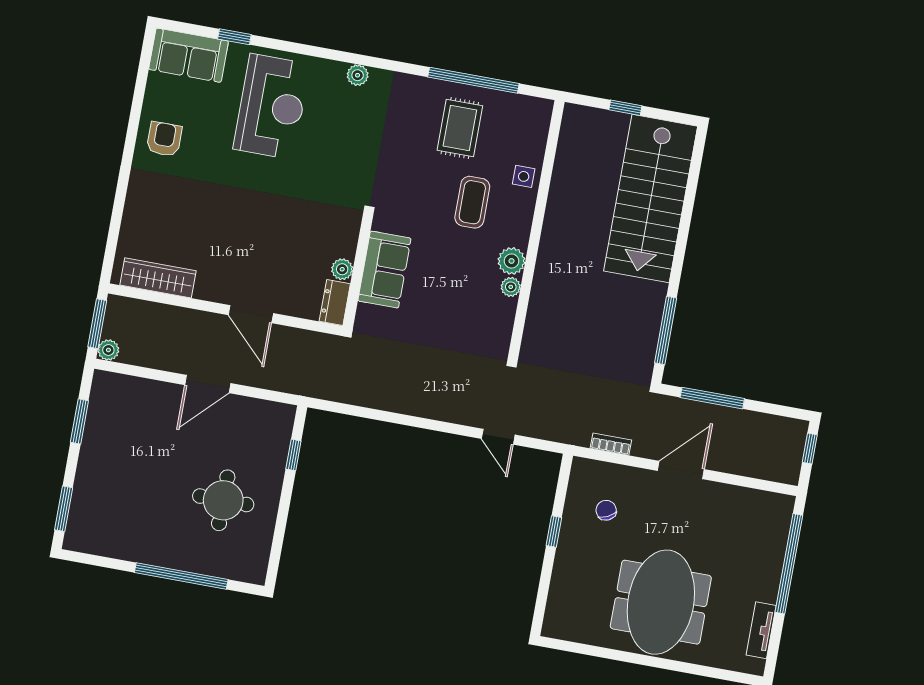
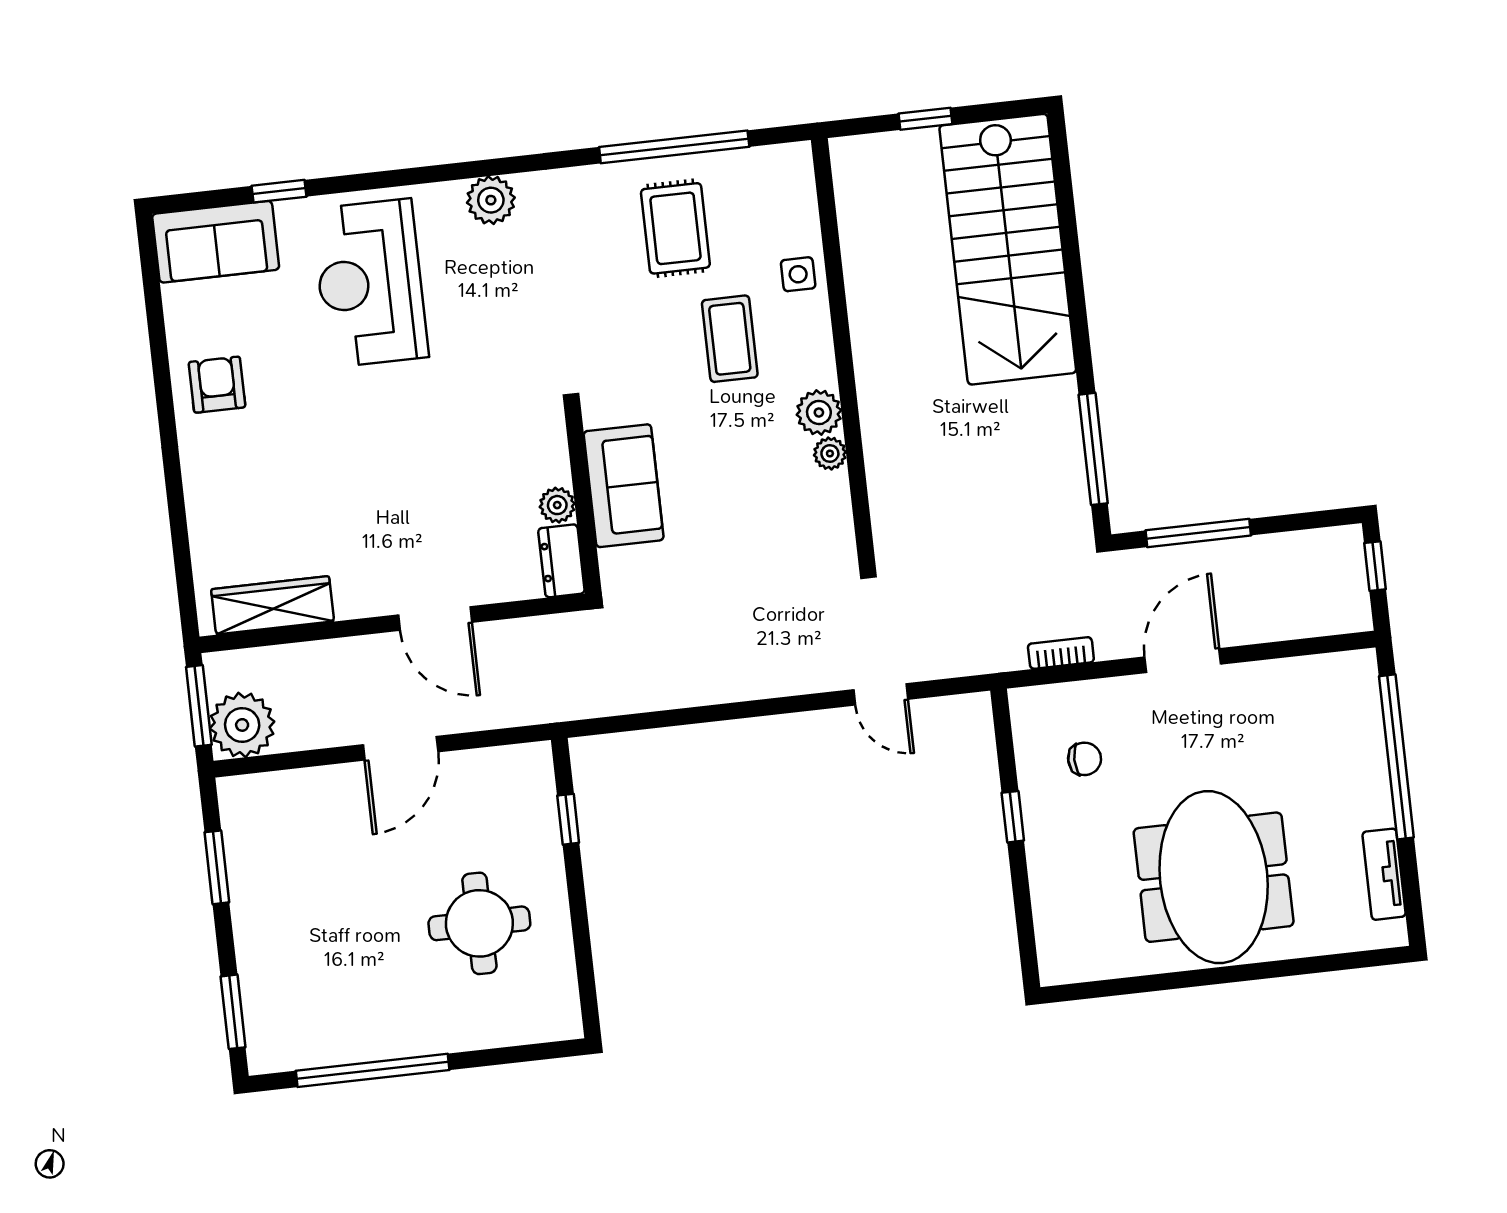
plant: (358, 75) -> (491, 200), width x1.38, depth x1.38
reception desk: (272, 106) -> (370, 283), turned 180
plant: (108, 350) -> (242, 725), width x1.88, depth x1.88
chair: (606, 510) -> (1085, 759), turned 116
window: (181, 576) -> (373, 1070), moved

